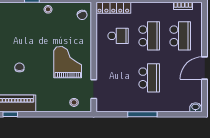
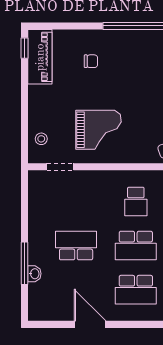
school desk: (149, 78) -> (76, 246), turned 180
washbasin: (196, 107) -> (34, 274), moved
window: (142, 114) -> (25, 263), moved

